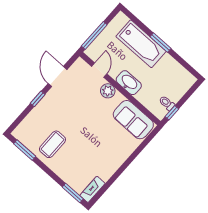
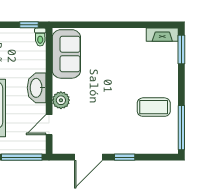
toilet: (167, 103) -> (40, 37), moved
window: (25, 150) -> (181, 128), width x1.44

